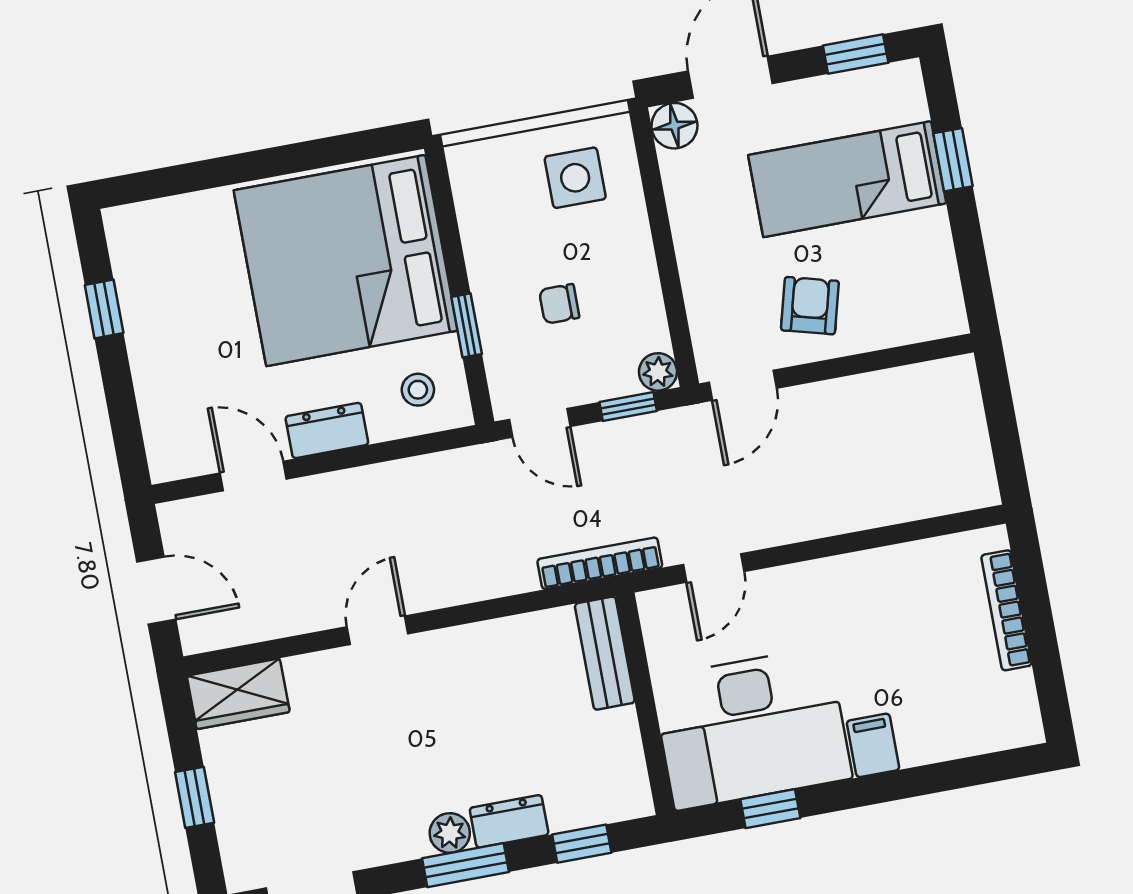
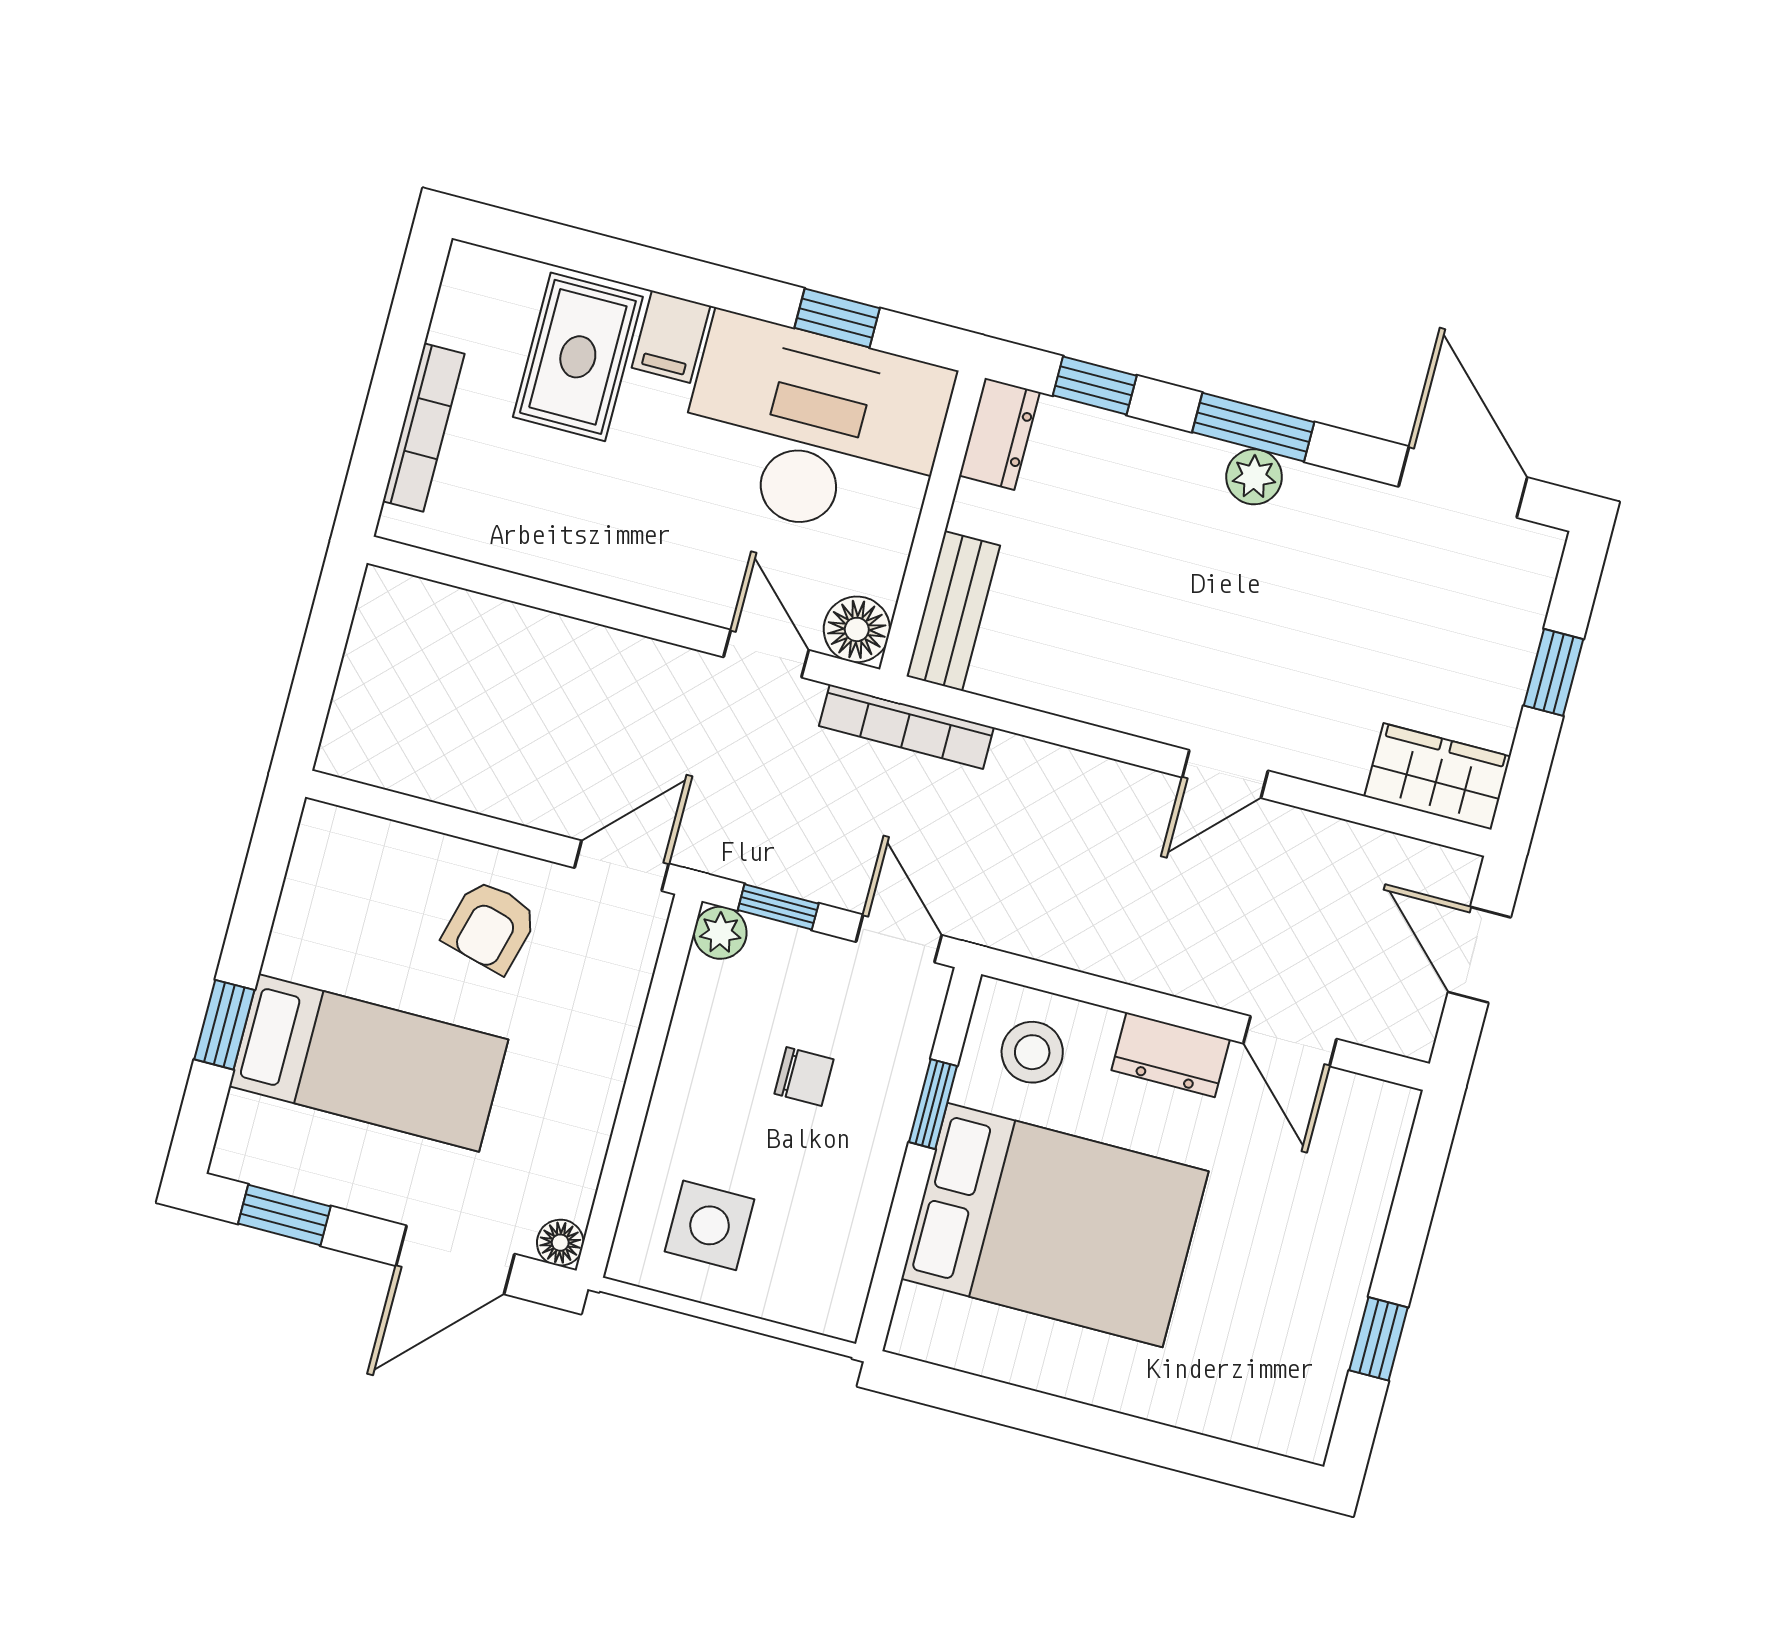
floor lamp: (674, 126) -> (560, 1243), width x0.73, depth x0.73
bed: (346, 260) -> (1055, 1225), width x0.73
stool: (418, 390) -> (1032, 1052), width x1.37, depth x1.37
door: (714, 568) -> (766, 654), hinge flipped
floor lamp: (662, 612) -> (857, 629), added
rug: (928, 704) -> (578, 357), added
dresser: (509, 821) -> (999, 434), moved, turned -90

